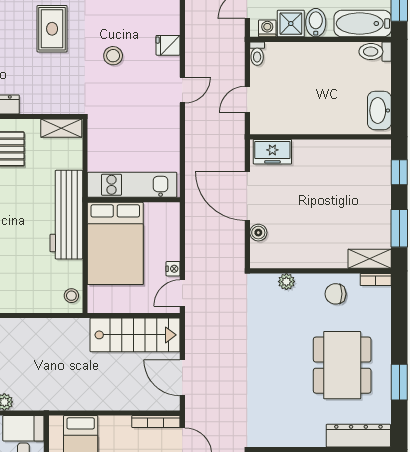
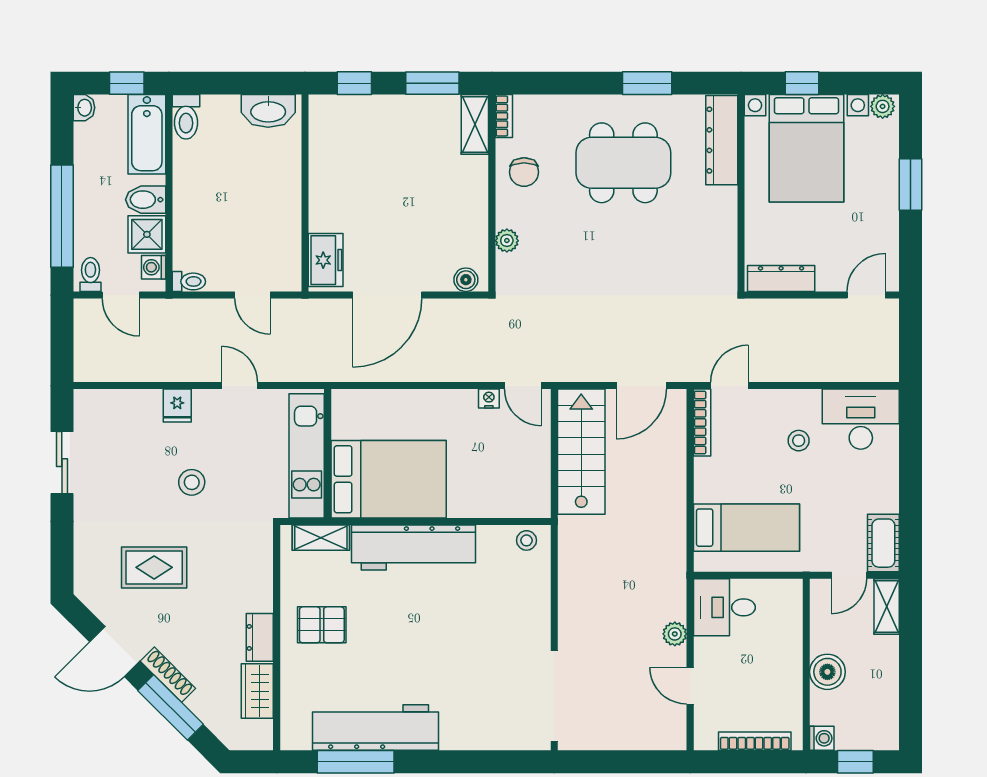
shelving: (61, 128) -> (321, 538), moved, turned 90
kitchen unit: (132, 185) -> (307, 456), moved
wall: (134, 200) -> (328, 454), moved
boiler: (258, 233) -> (466, 280), moved
bed: (115, 243) -> (389, 479), moved

